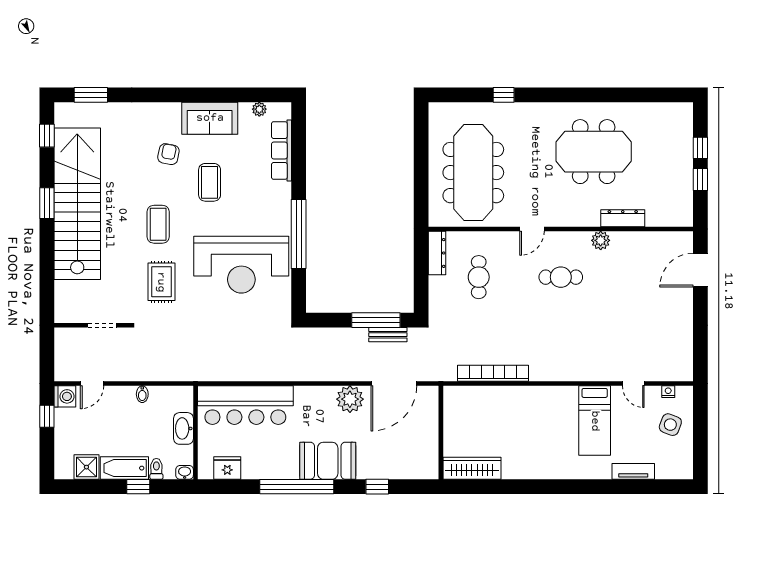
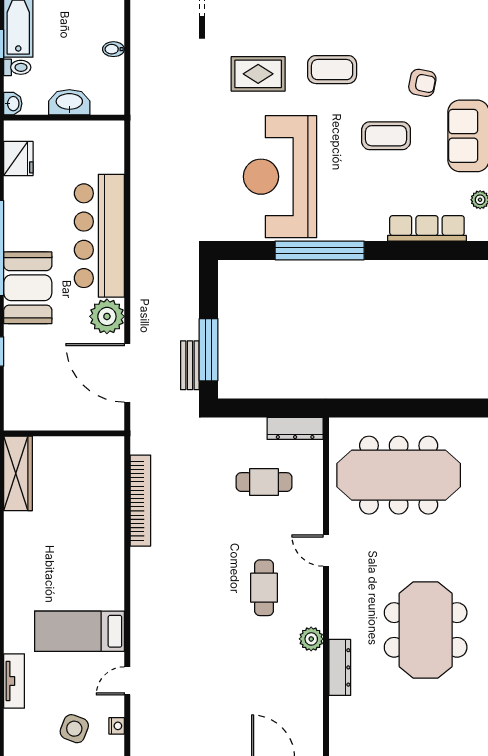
bar counter: (245, 405) -> (99, 236), moved

